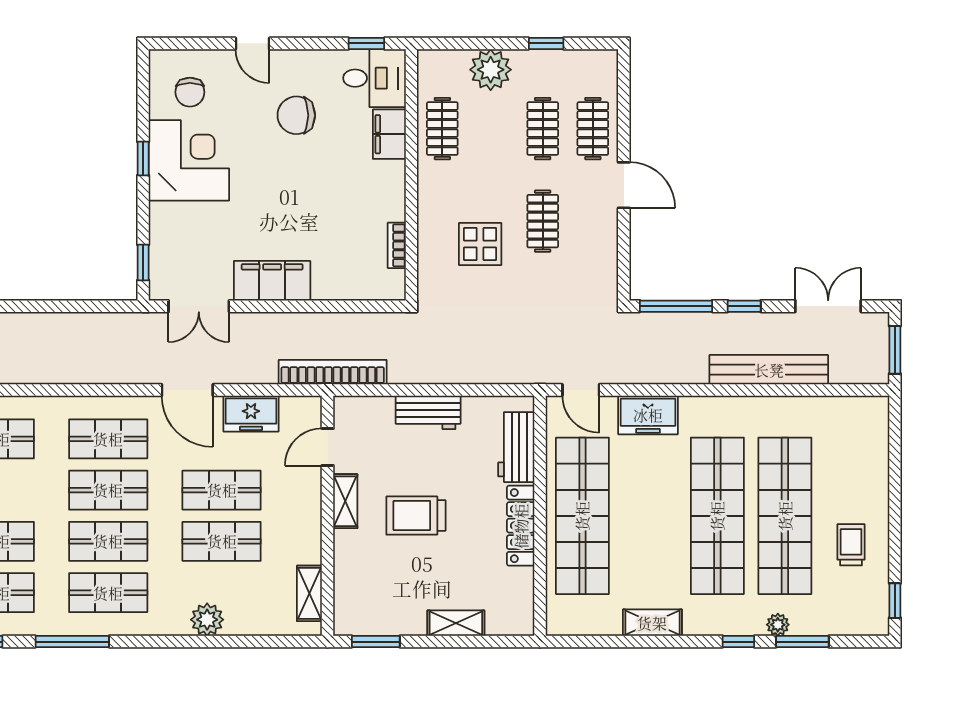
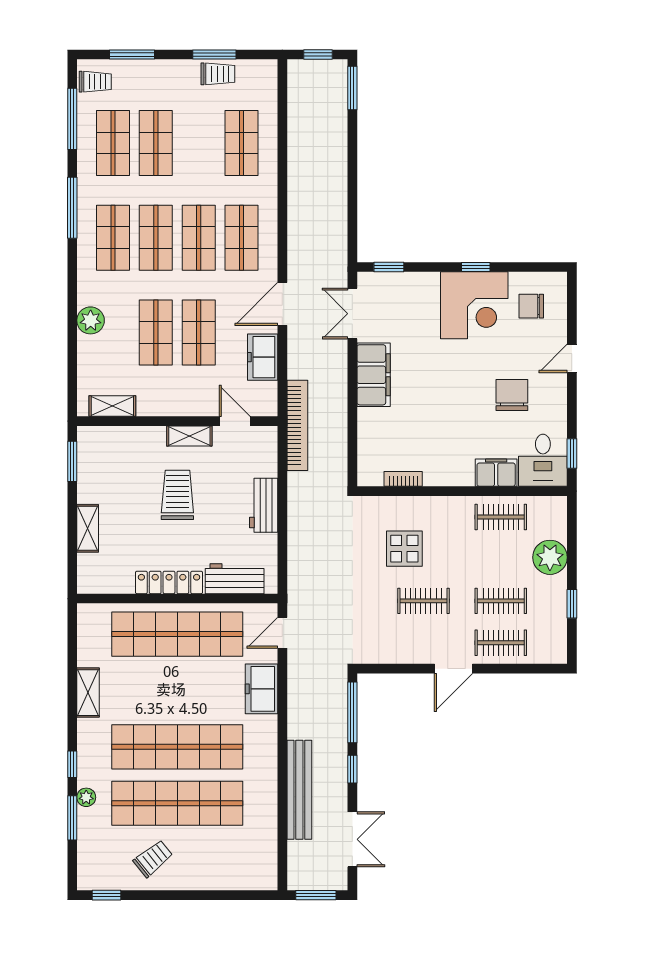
trolley: (851, 545) -> (153, 859), turned -39

